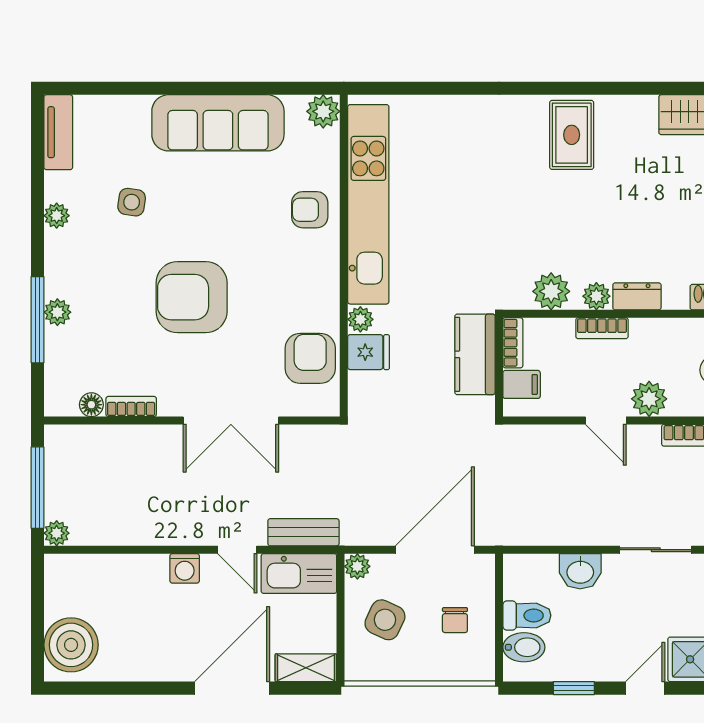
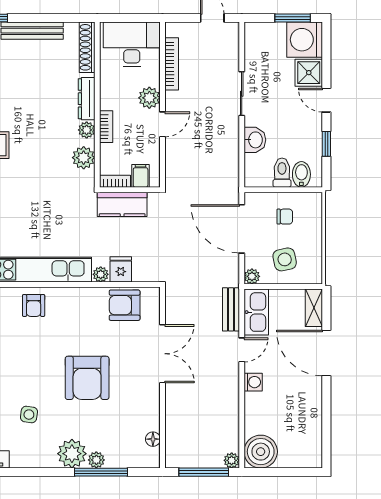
plant: (57, 216) -> (72, 454), moved, width x1.87, depth x1.87
dresser: (637, 296) -> (87, 99), width x1.44
bookcase: (131, 407) -> (154, 415), removed
side table: (385, 620) -> (285, 259), turned -37
boiler: (71, 645) -> (261, 452), moved

